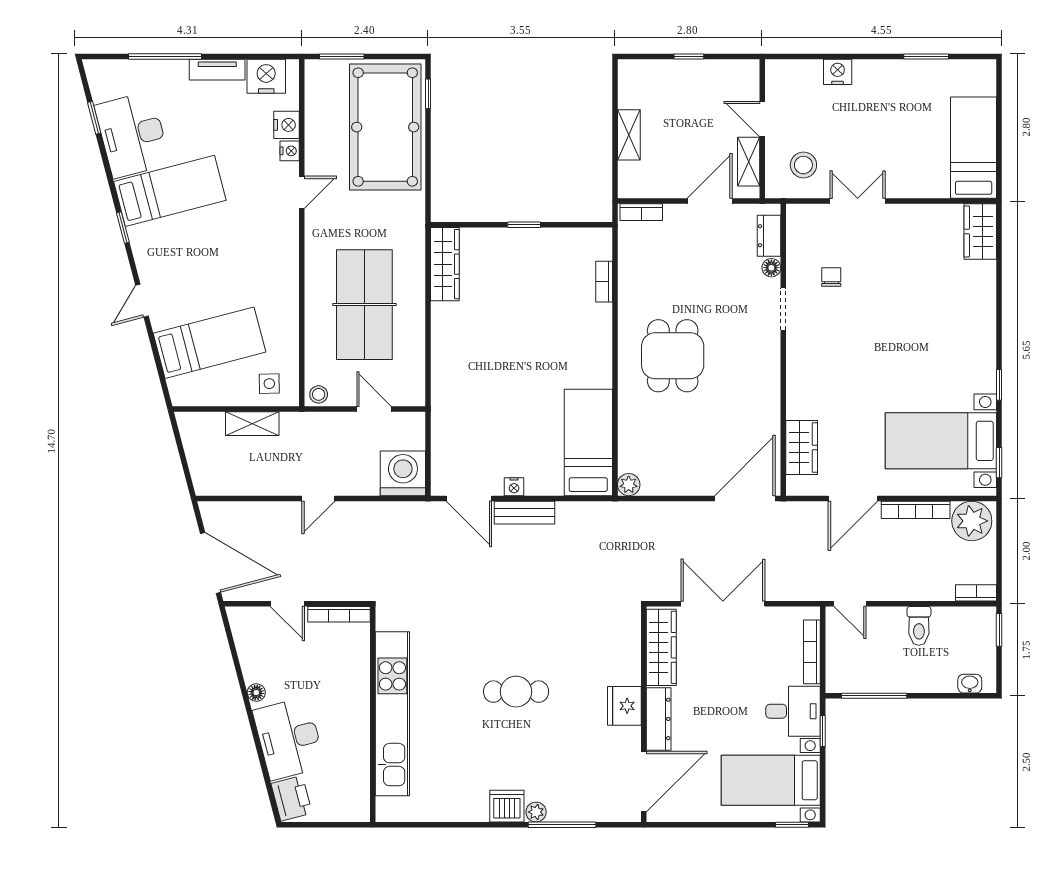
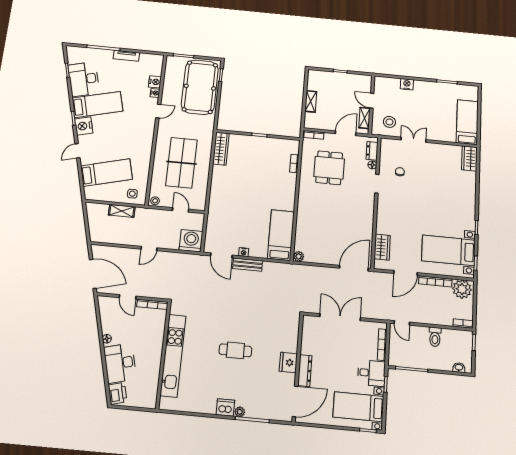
nightstand: (266, 76) -> (84, 126), moved, turned -105
dining table: (673, 356) -> (329, 168), moved
wardrobe: (661, 647) -> (309, 335), removed

